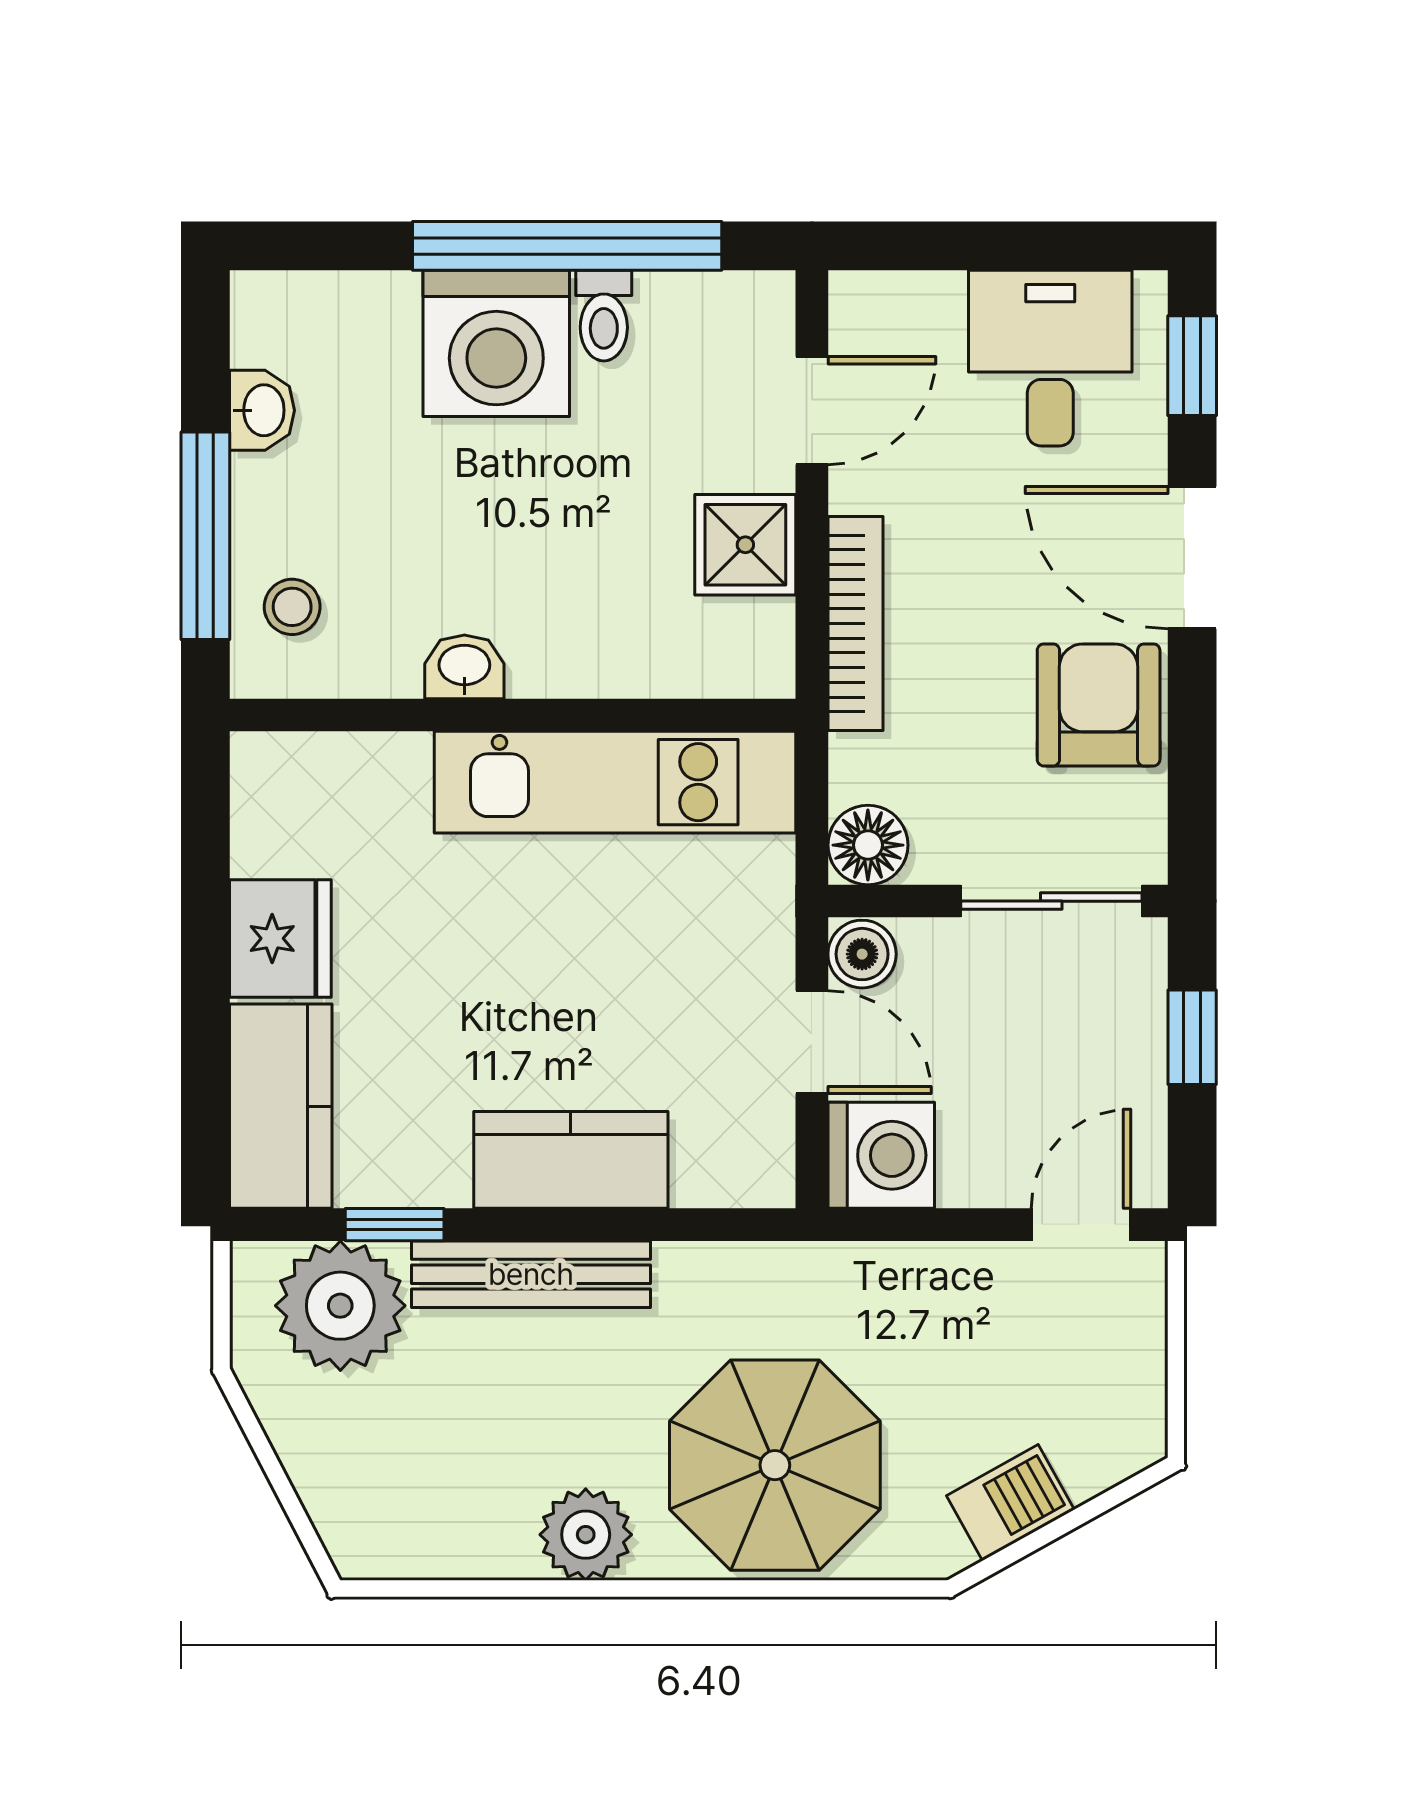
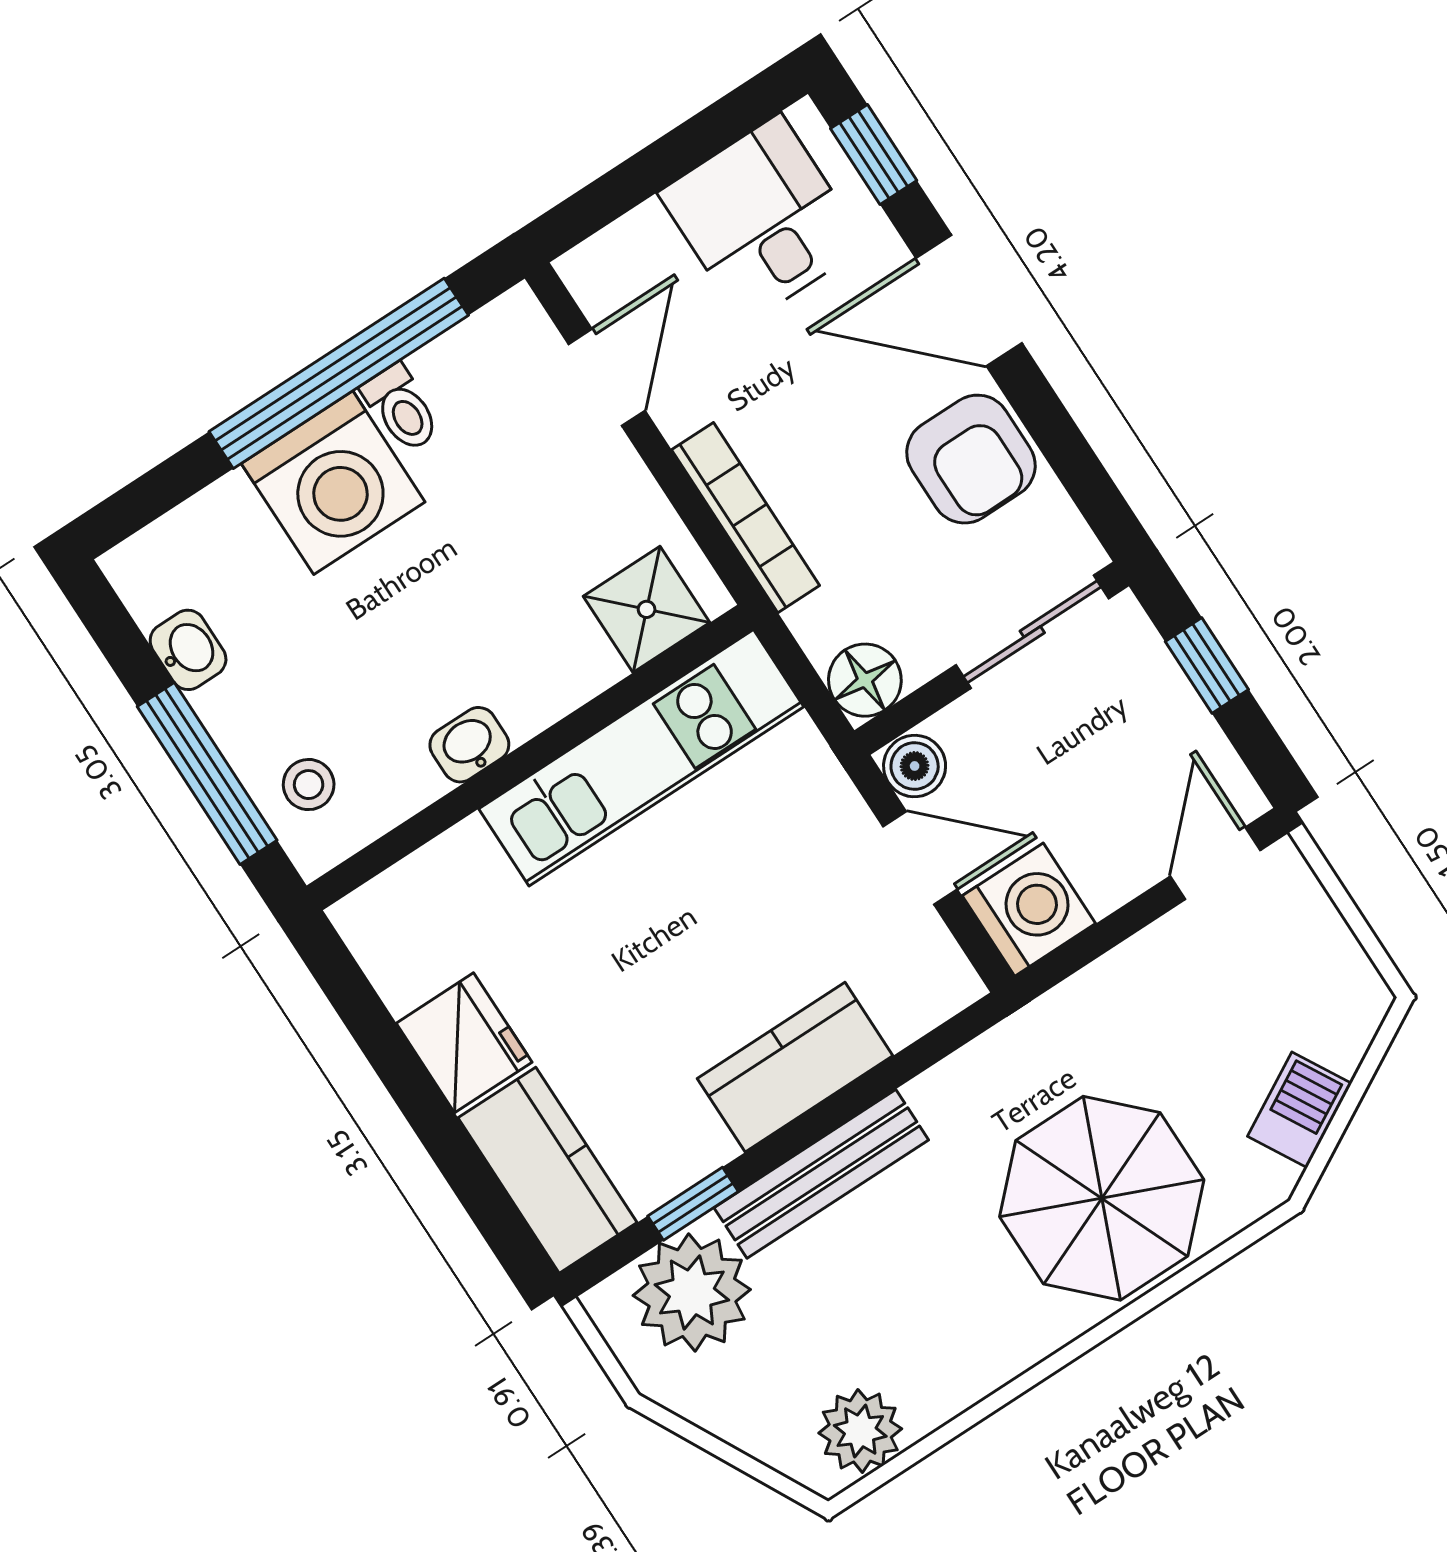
shower: (745, 545) -> (647, 609), moved
armchair: (1099, 705) -> (971, 459), turned 180
plant: (586, 1535) -> (860, 1431), moved

